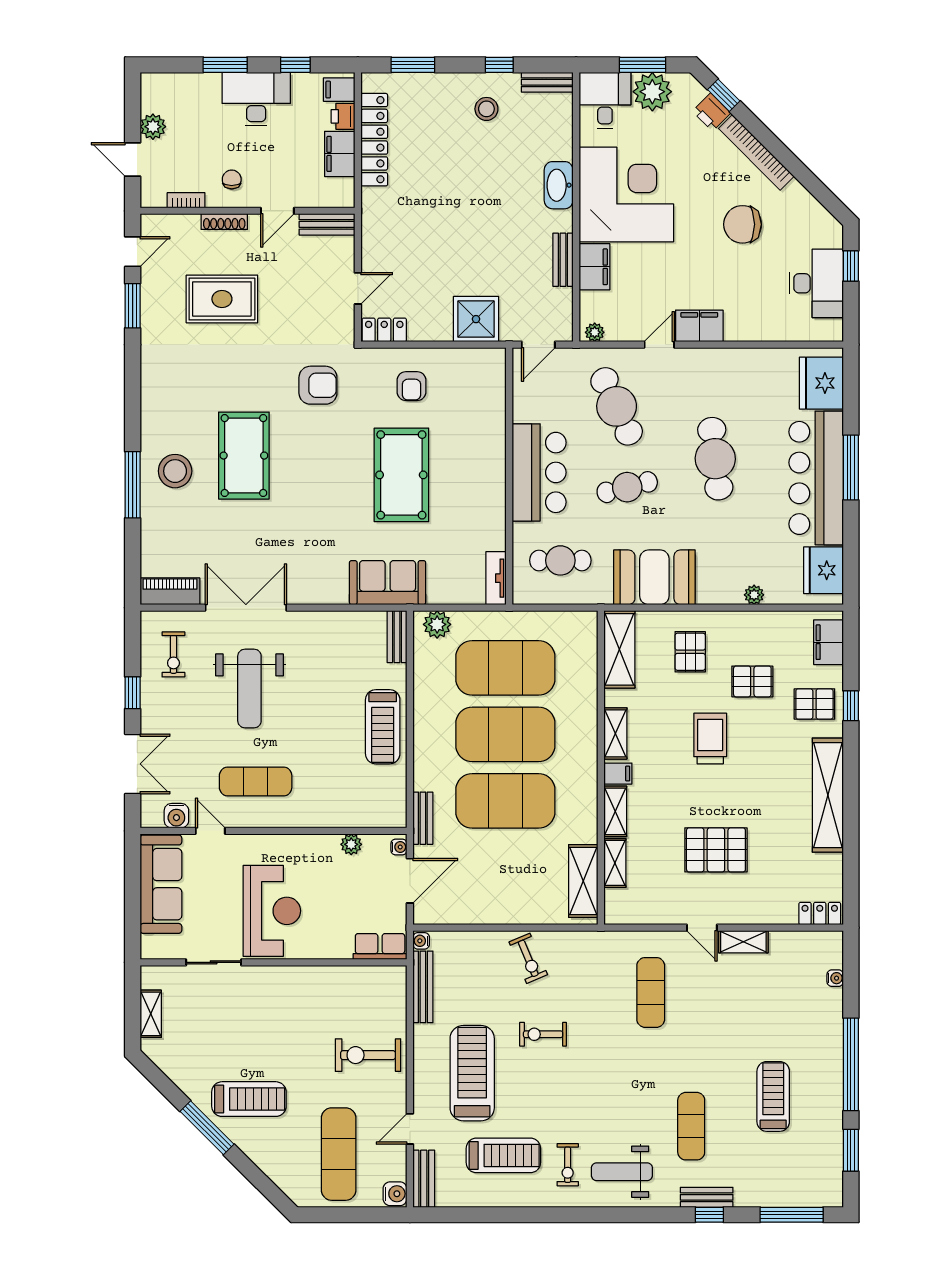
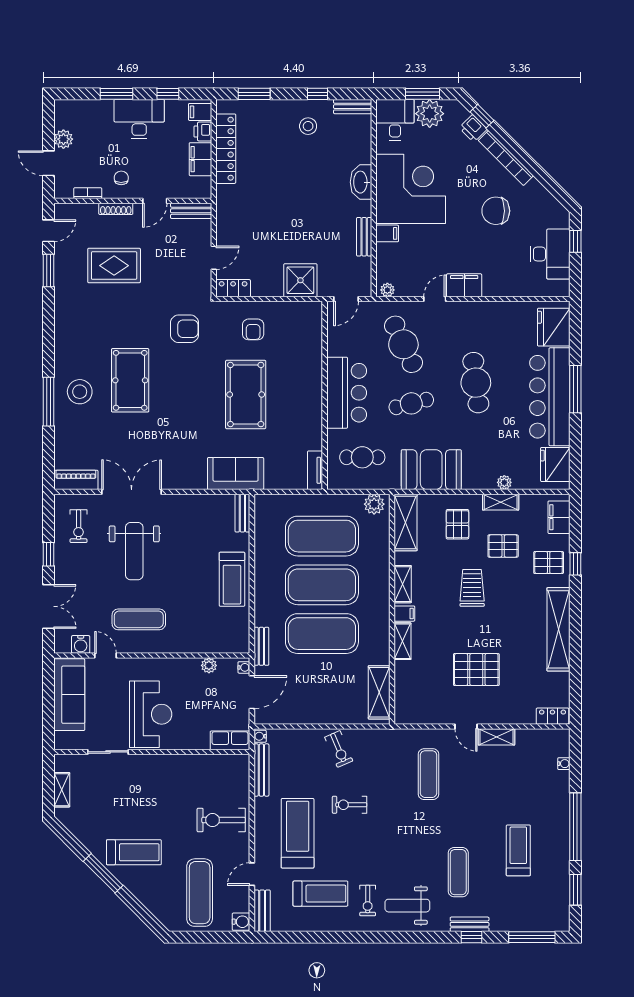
filing cabinet: (594, 267) -> (387, 233), width x0.50
plant: (437, 624) -> (374, 504), moved
shelving: (615, 863) -> (501, 502), moved, turned 90

